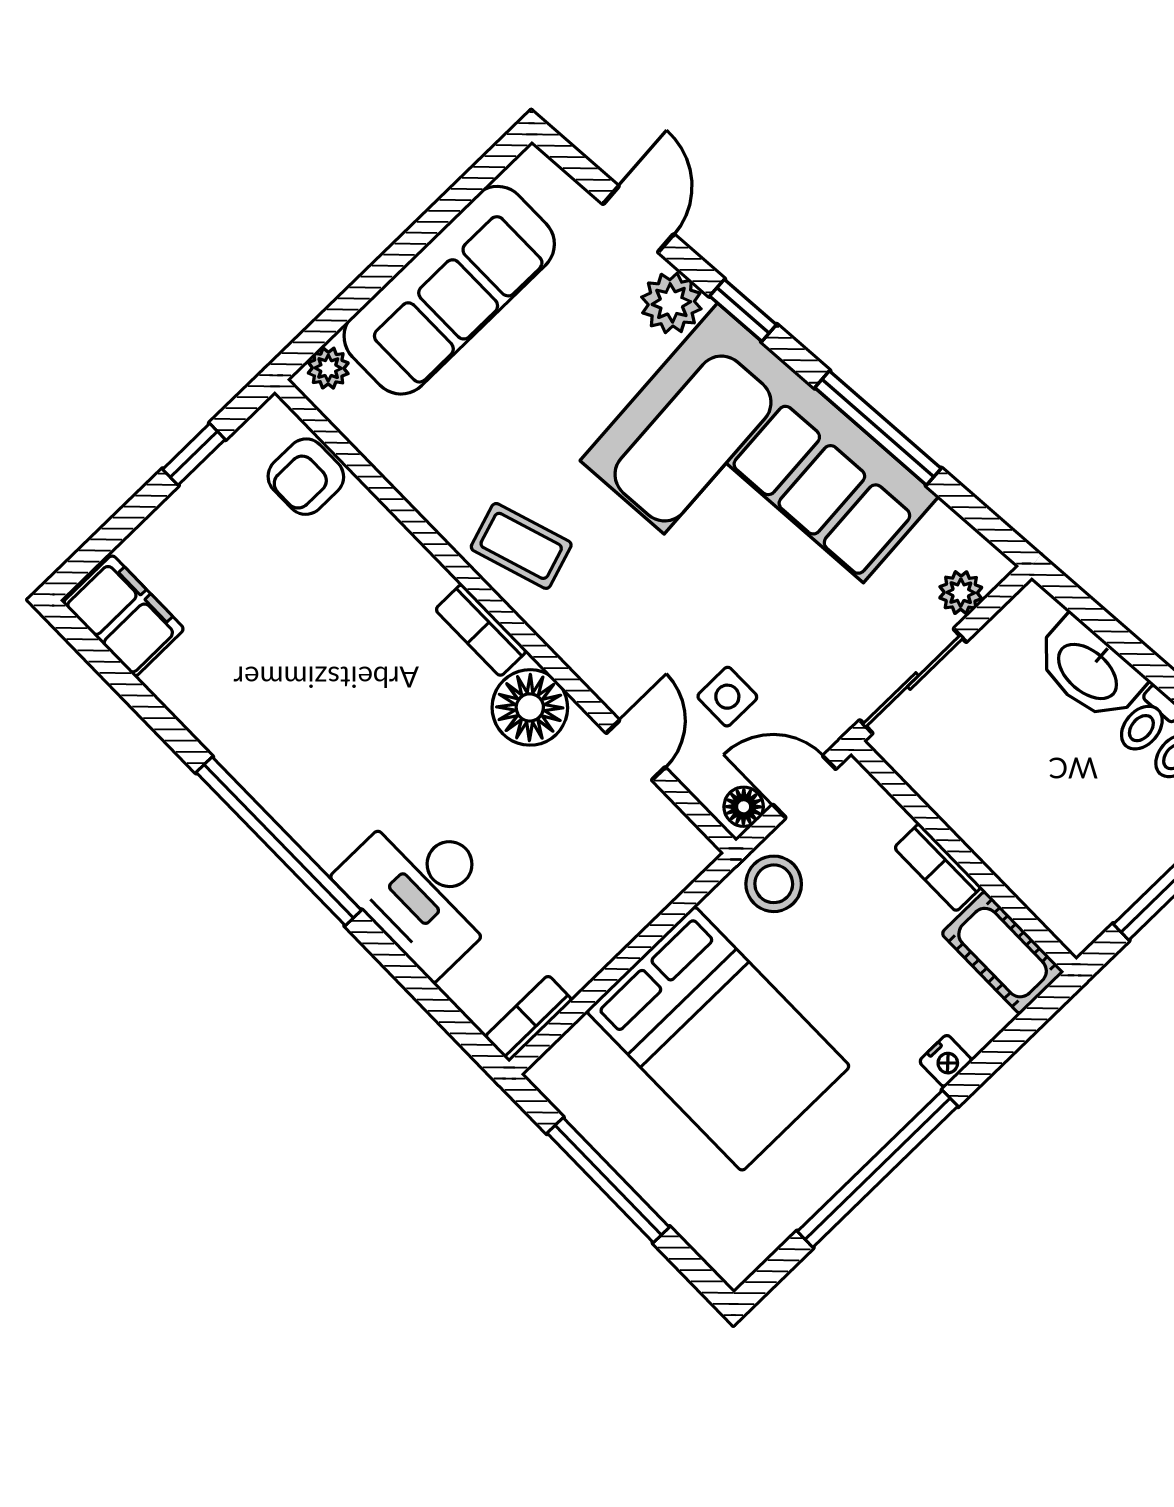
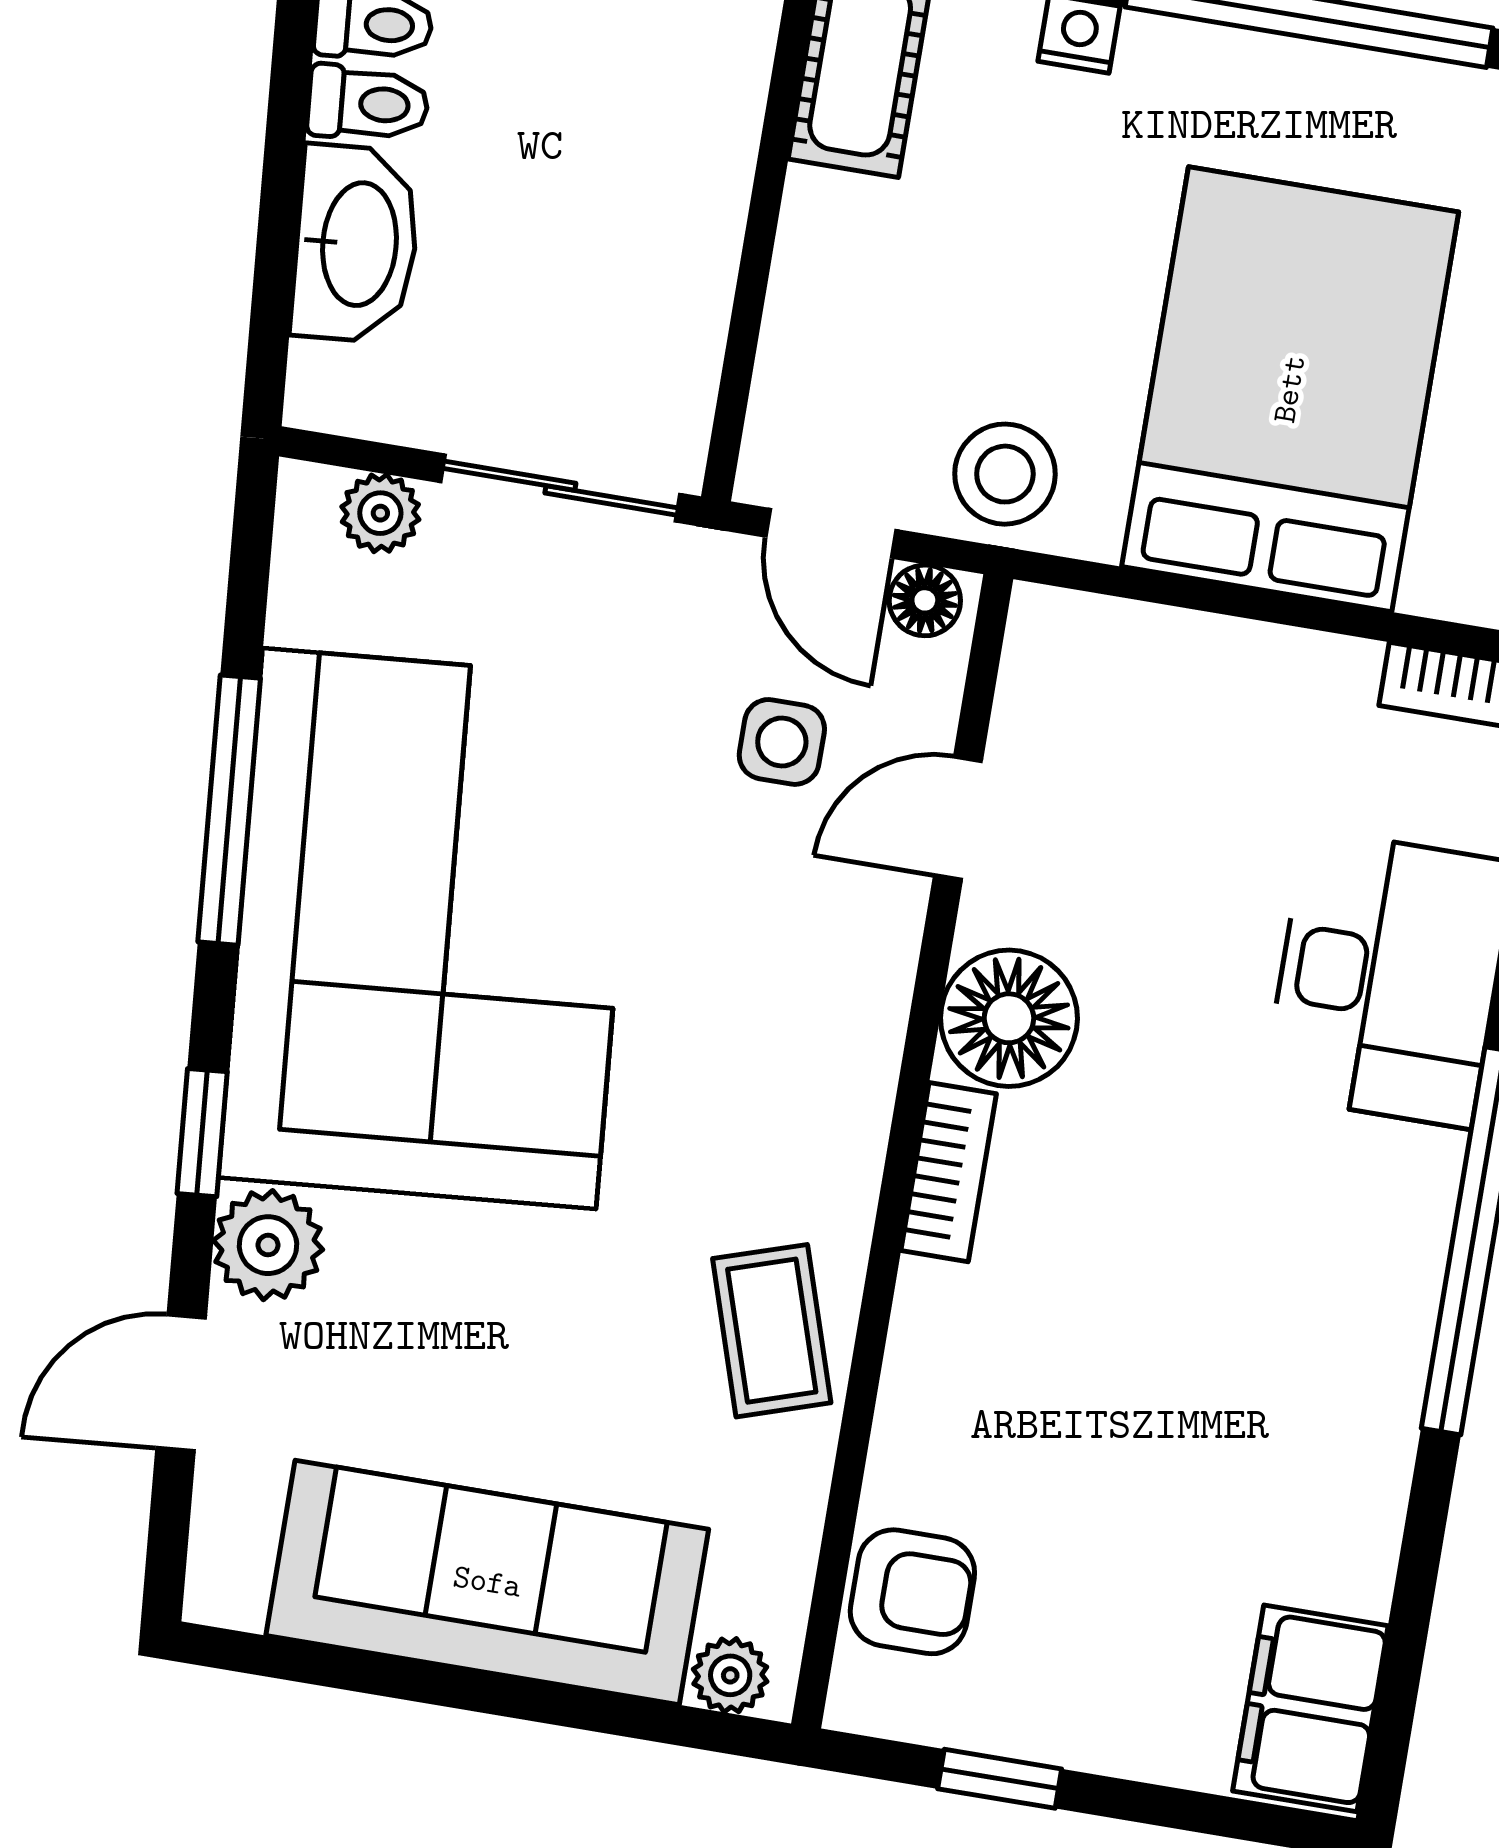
coffee table: (521, 546) -> (772, 1331), moved
bookcase: (938, 867) -> (805, 253), removed

